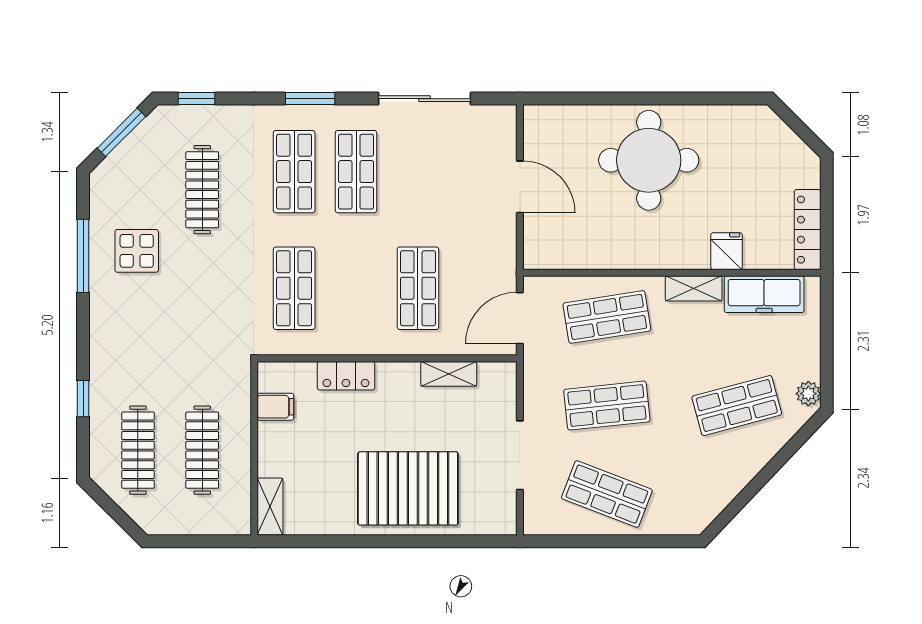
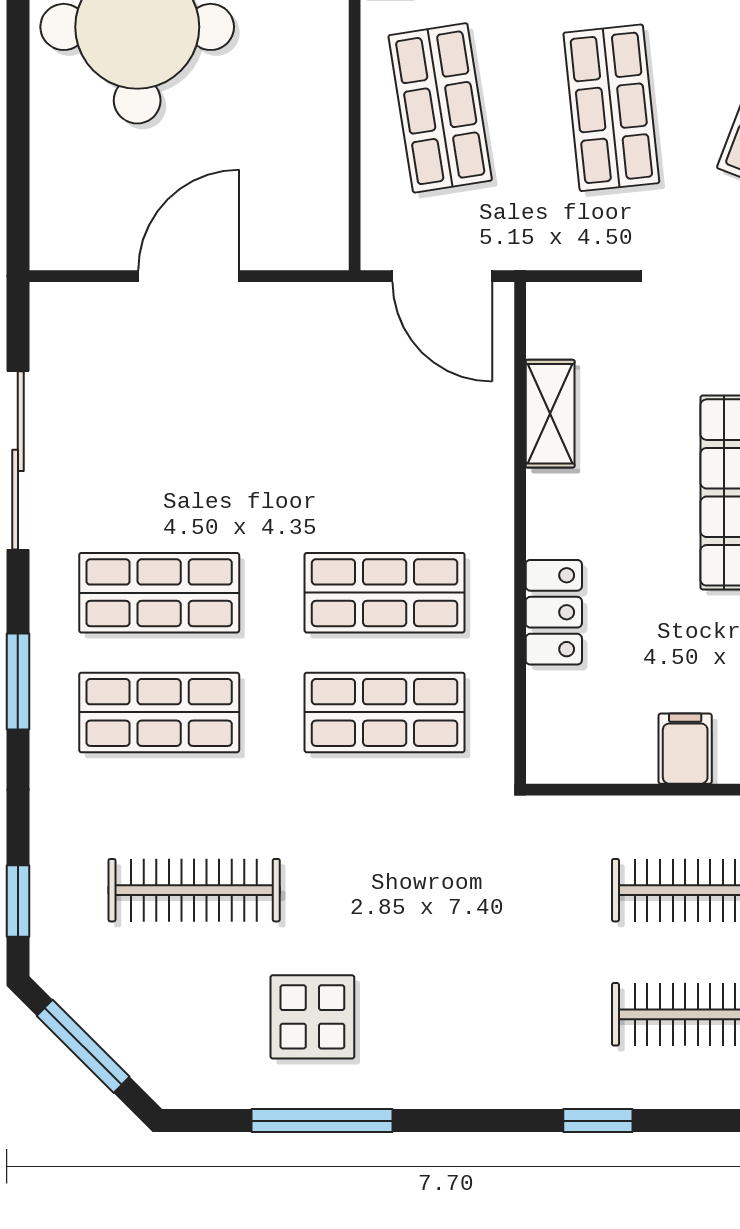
shop shelf: (418, 288) -> (385, 593), moved
filing cabinet: (275, 407) -> (685, 749), moved

